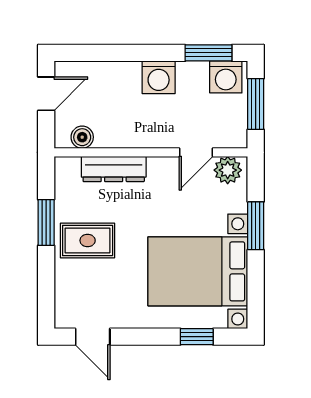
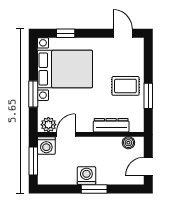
window: (208, 53) -> (94, 189), moved
washing machine: (226, 77) -> (46, 145), moved, turned 180

